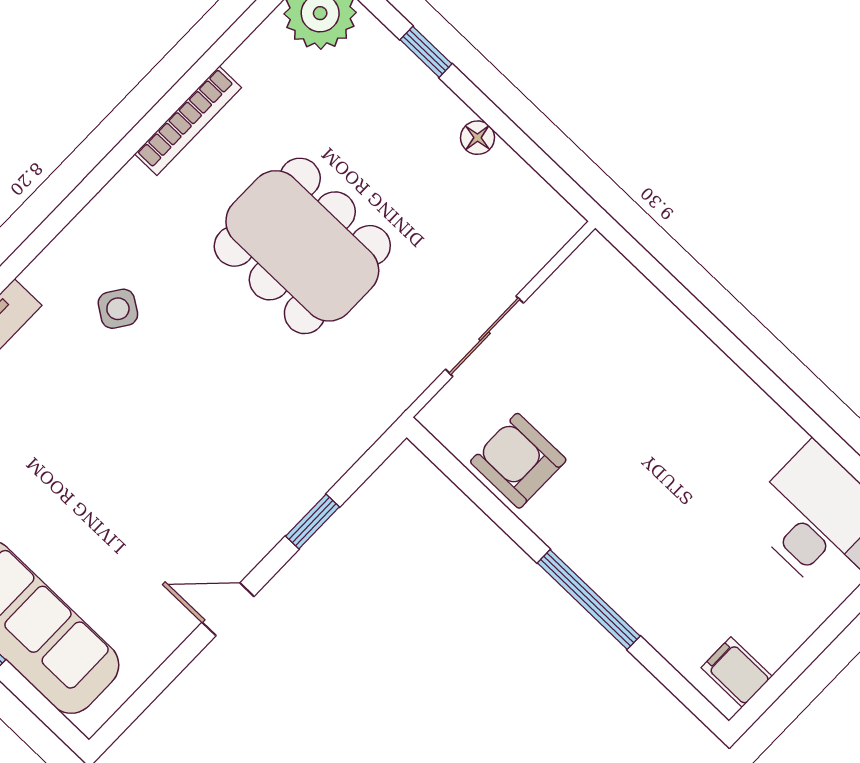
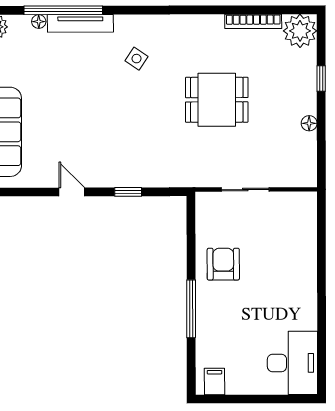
bookcase: (188, 121) -> (253, 21), moved
dining table: (302, 246) -> (217, 100), width x0.73
armchair: (518, 461) -> (223, 264), moved

